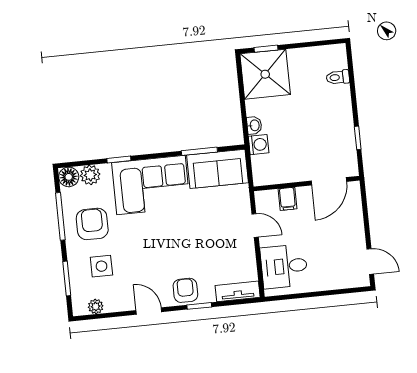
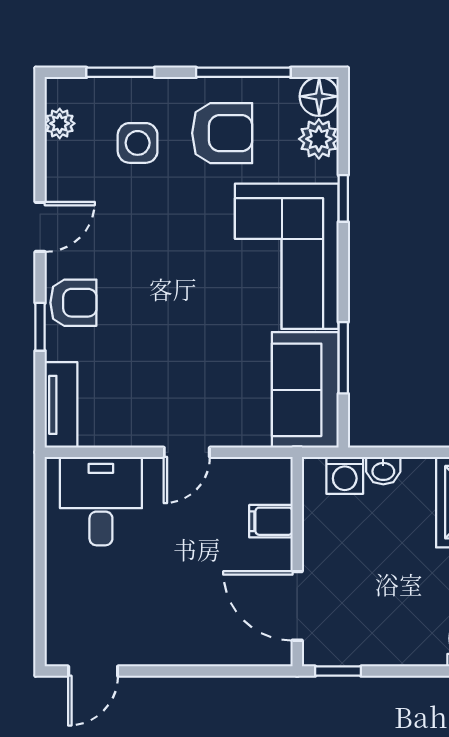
door: (329, 181) -> (297, 606), moved
wall: (307, 183) -> (297, 562), moved
filing cabinet: (288, 199) -> (271, 521), moved

